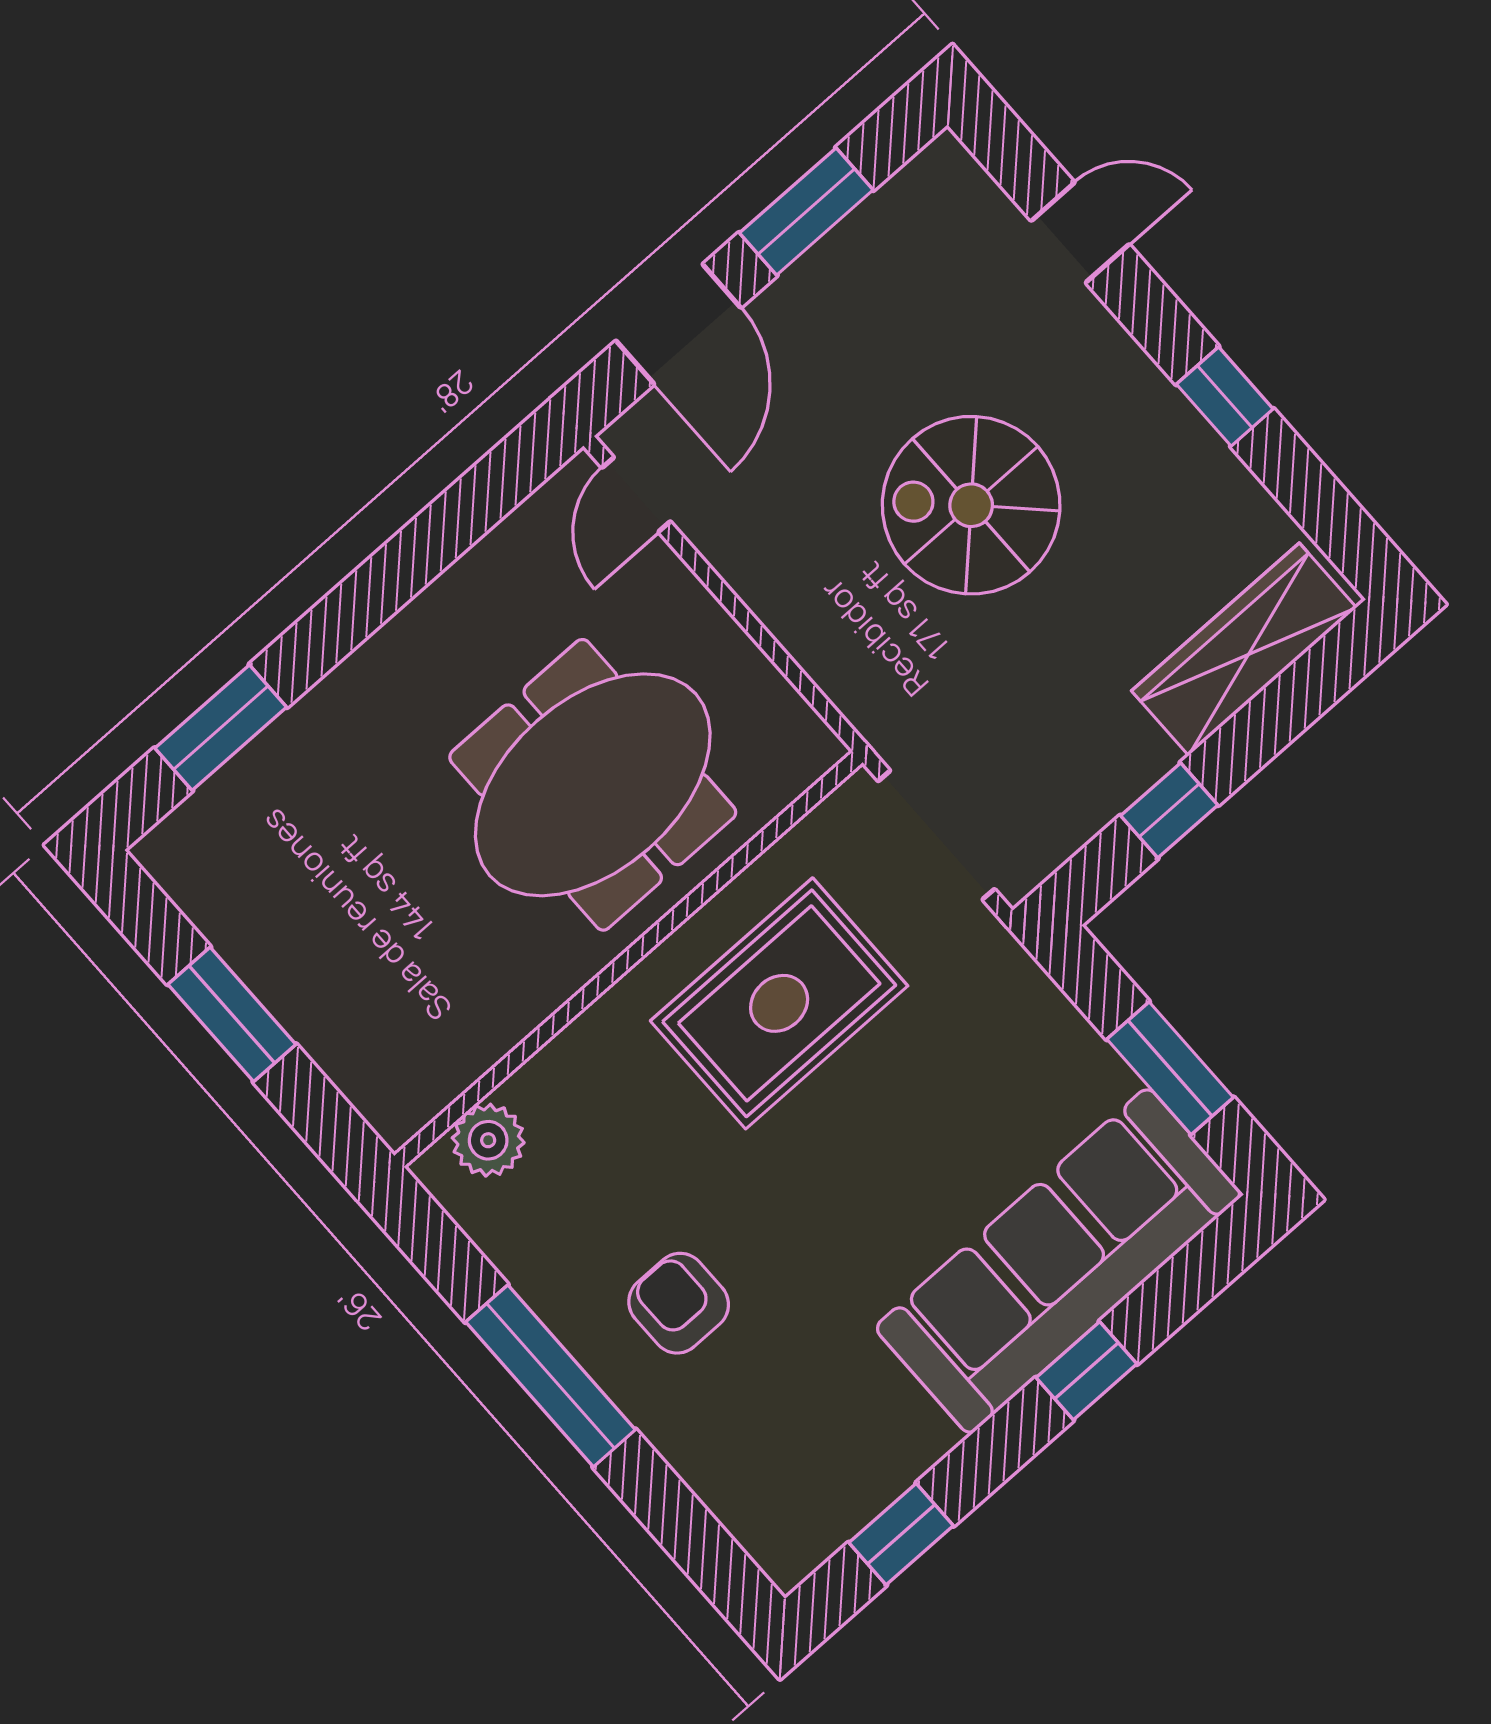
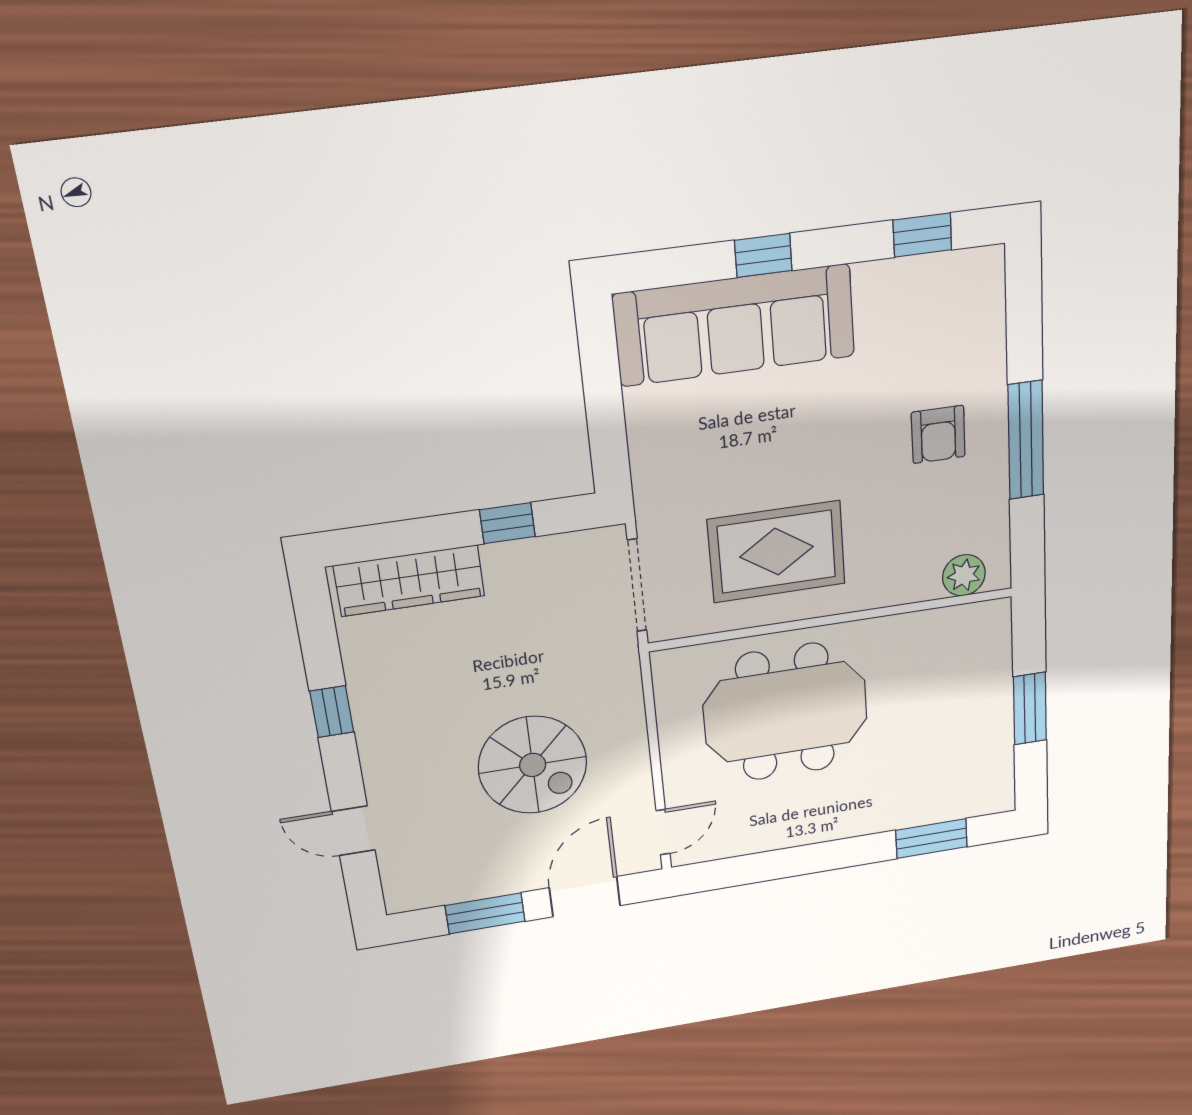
spiral stairs: (971, 505) -> (533, 765), moved
window: (1170, 1068) -> (602, 388), removed

